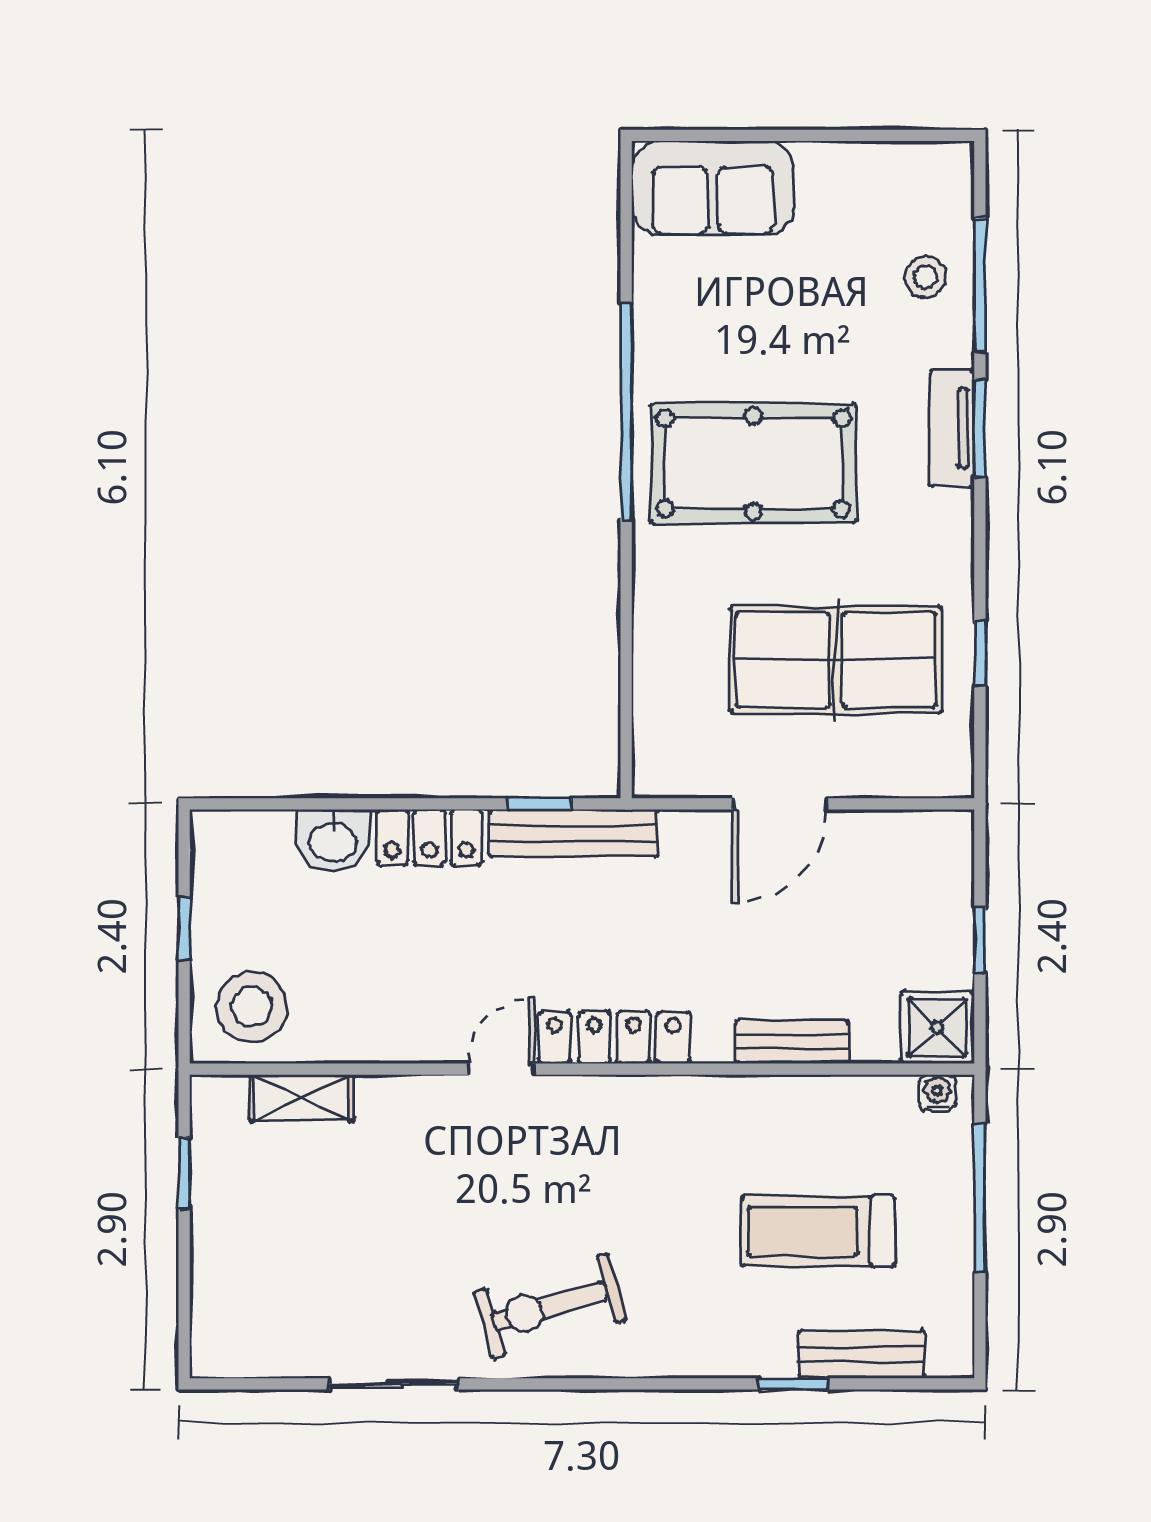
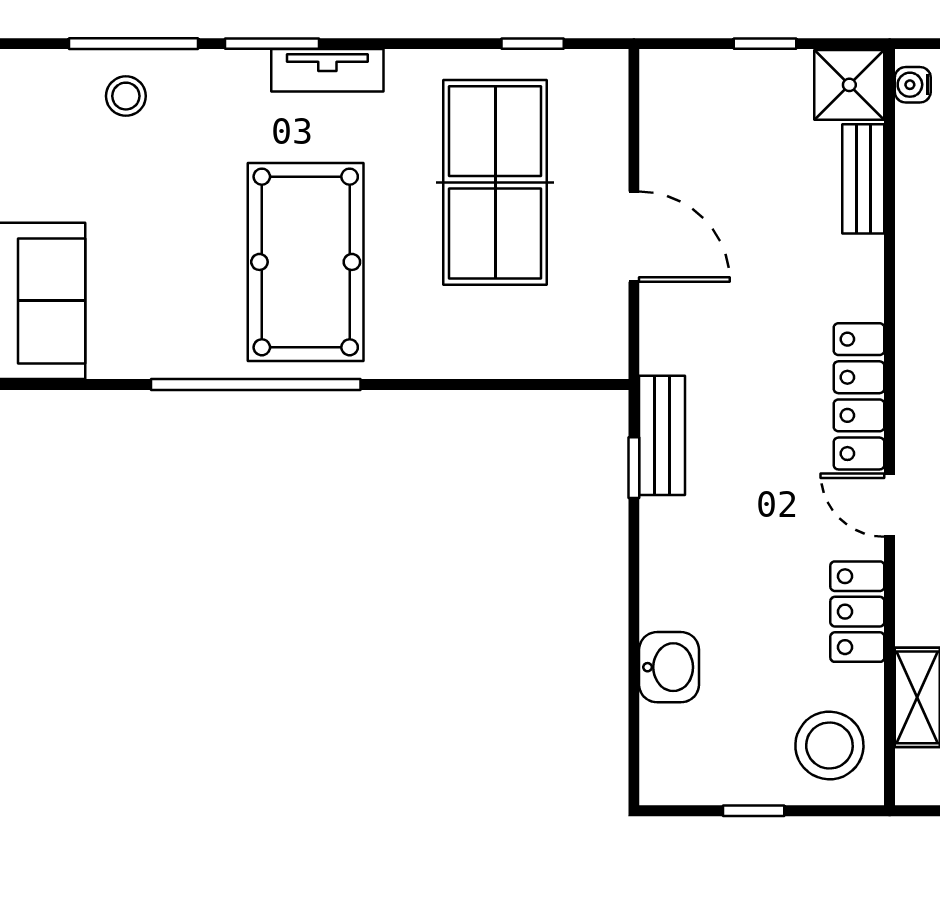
tv unit: (952, 428) -> (327, 70), moved
window: (980, 654) -> (533, 44), moved
bench: (574, 833) -> (662, 435), width x0.73
locker: (429, 837) -> (857, 612), moved, turned 180
bench: (792, 1042) -> (863, 179), moved

